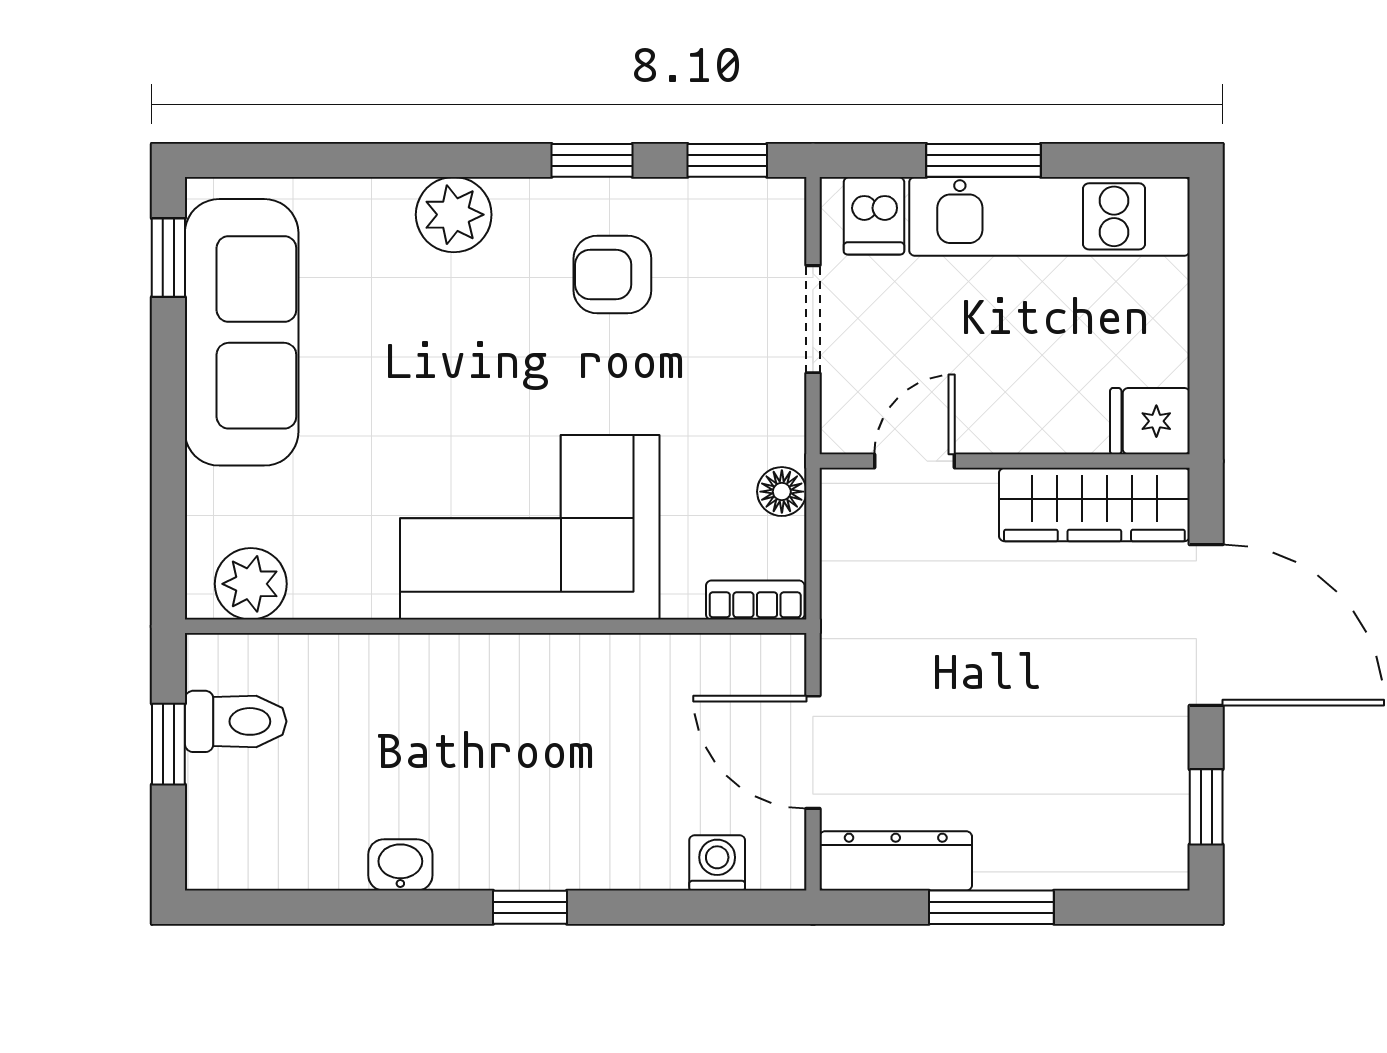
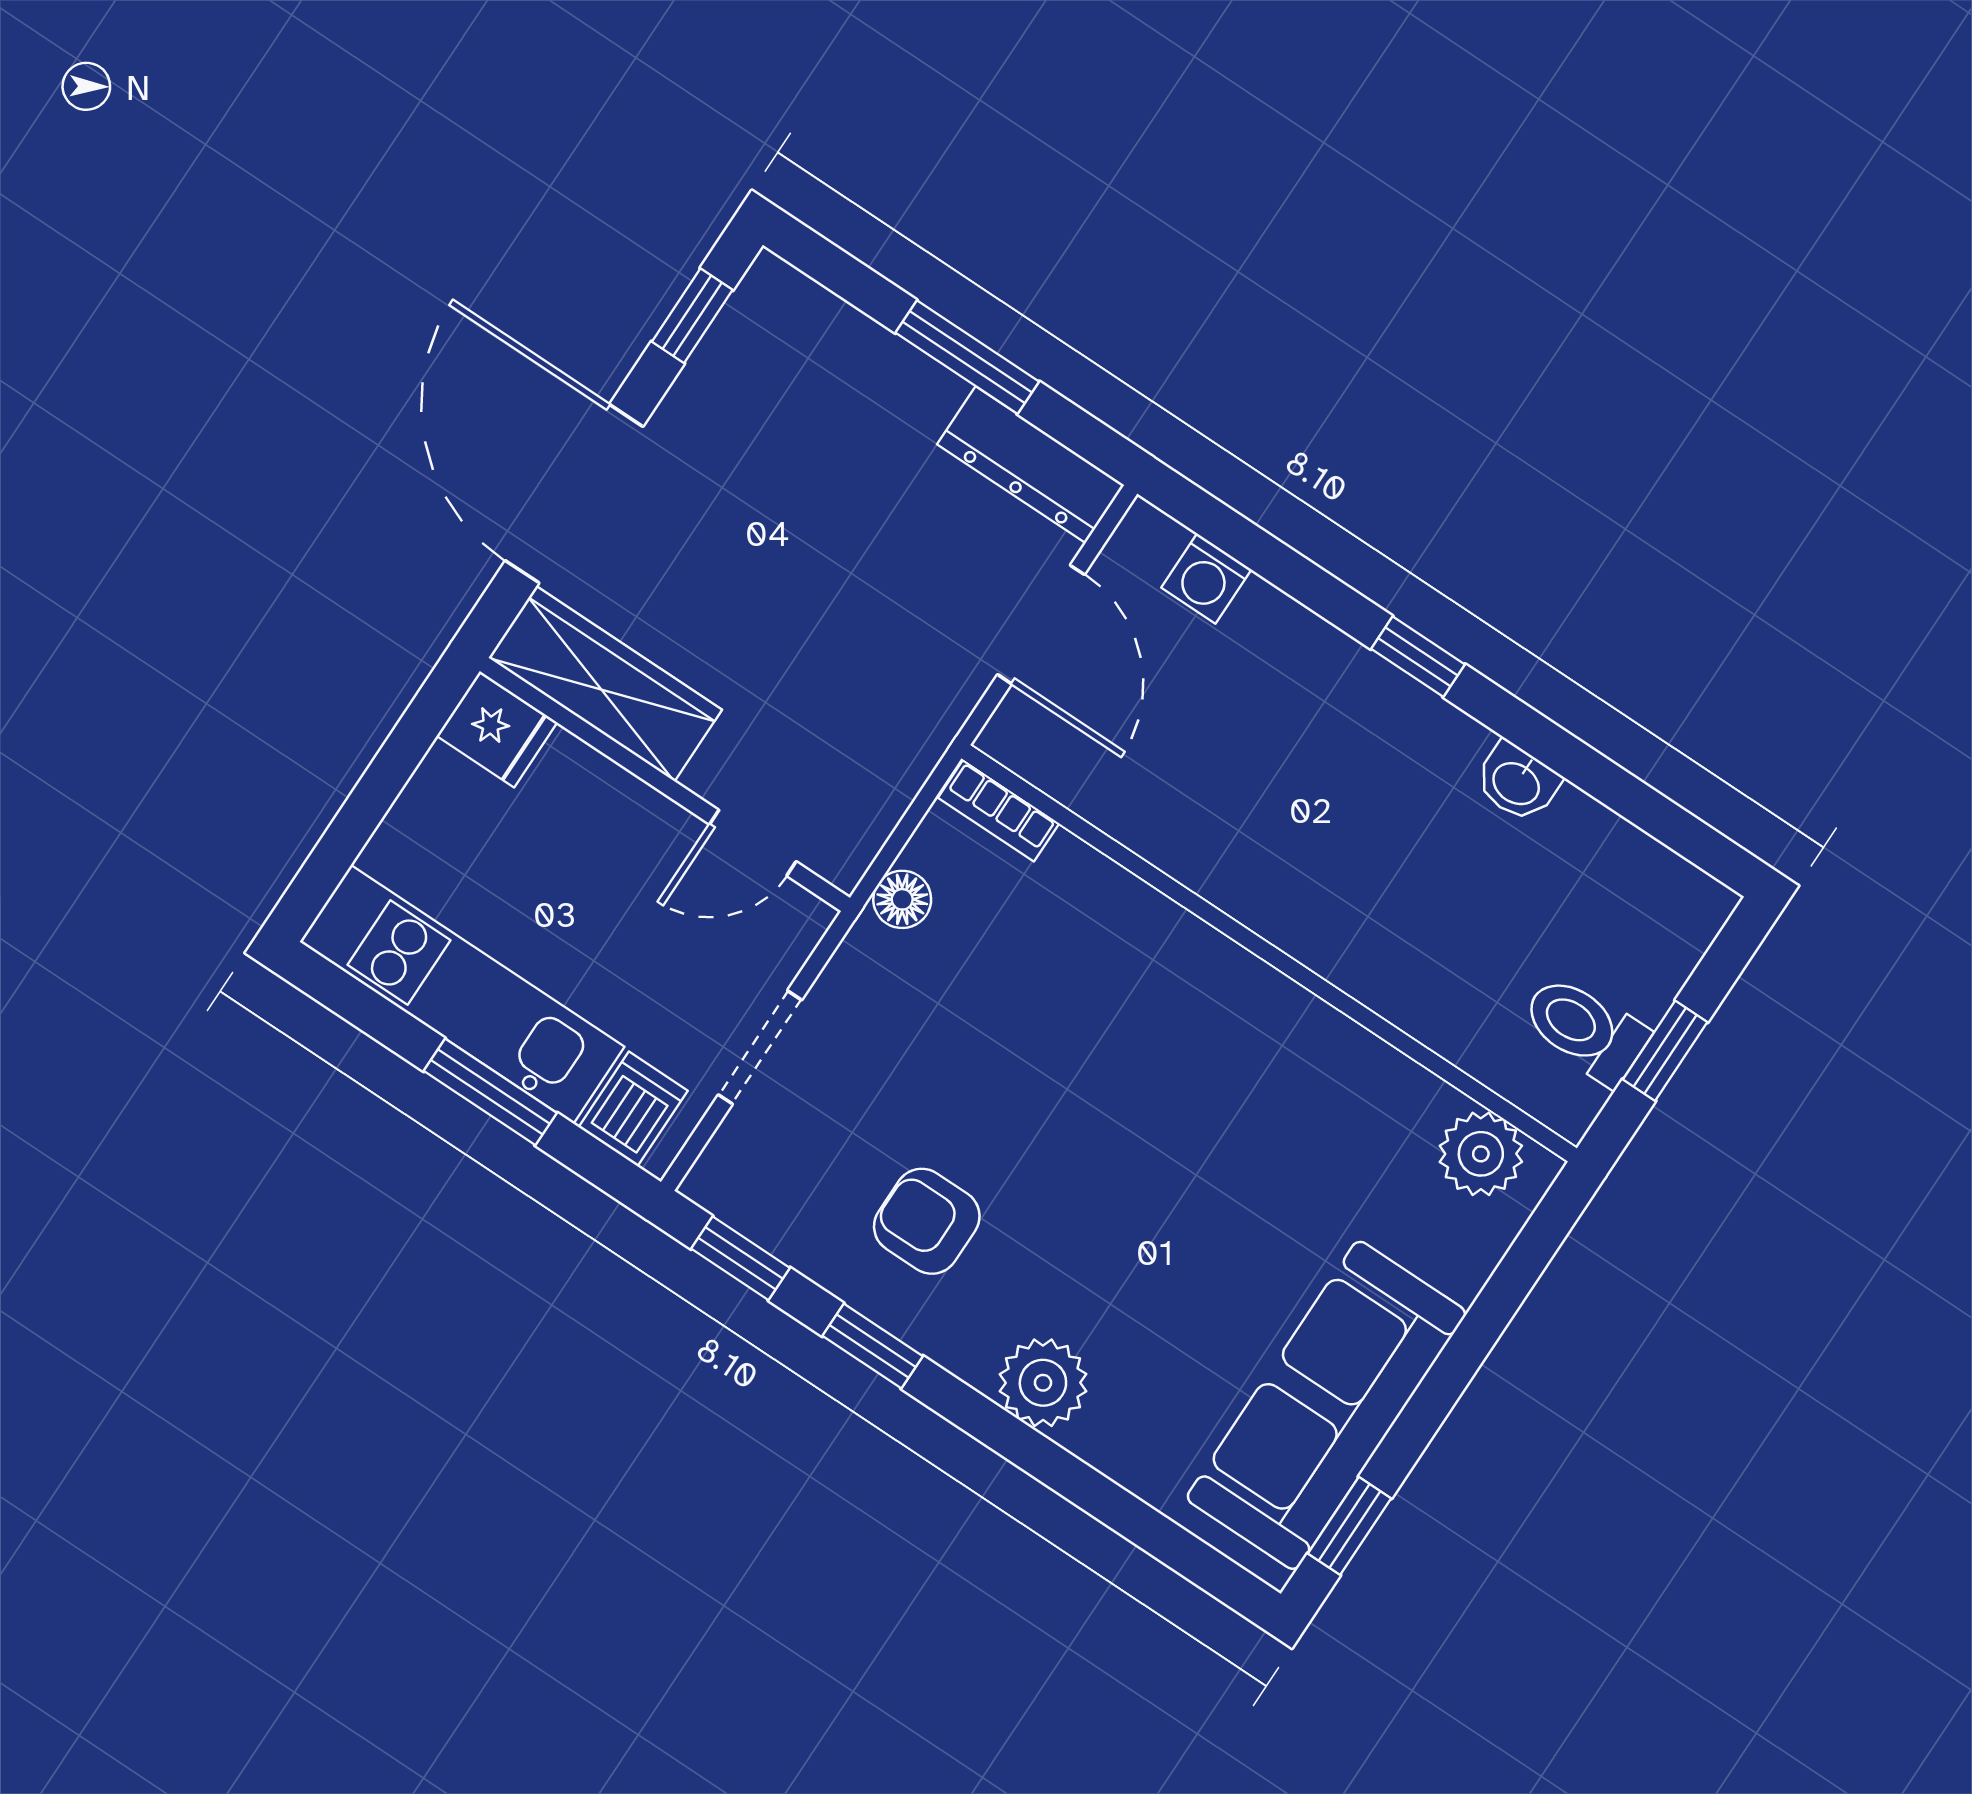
armchair: (612, 274) -> (927, 1221), turned 180
corner sofa: (530, 527) -> (1172, 1028), removed

